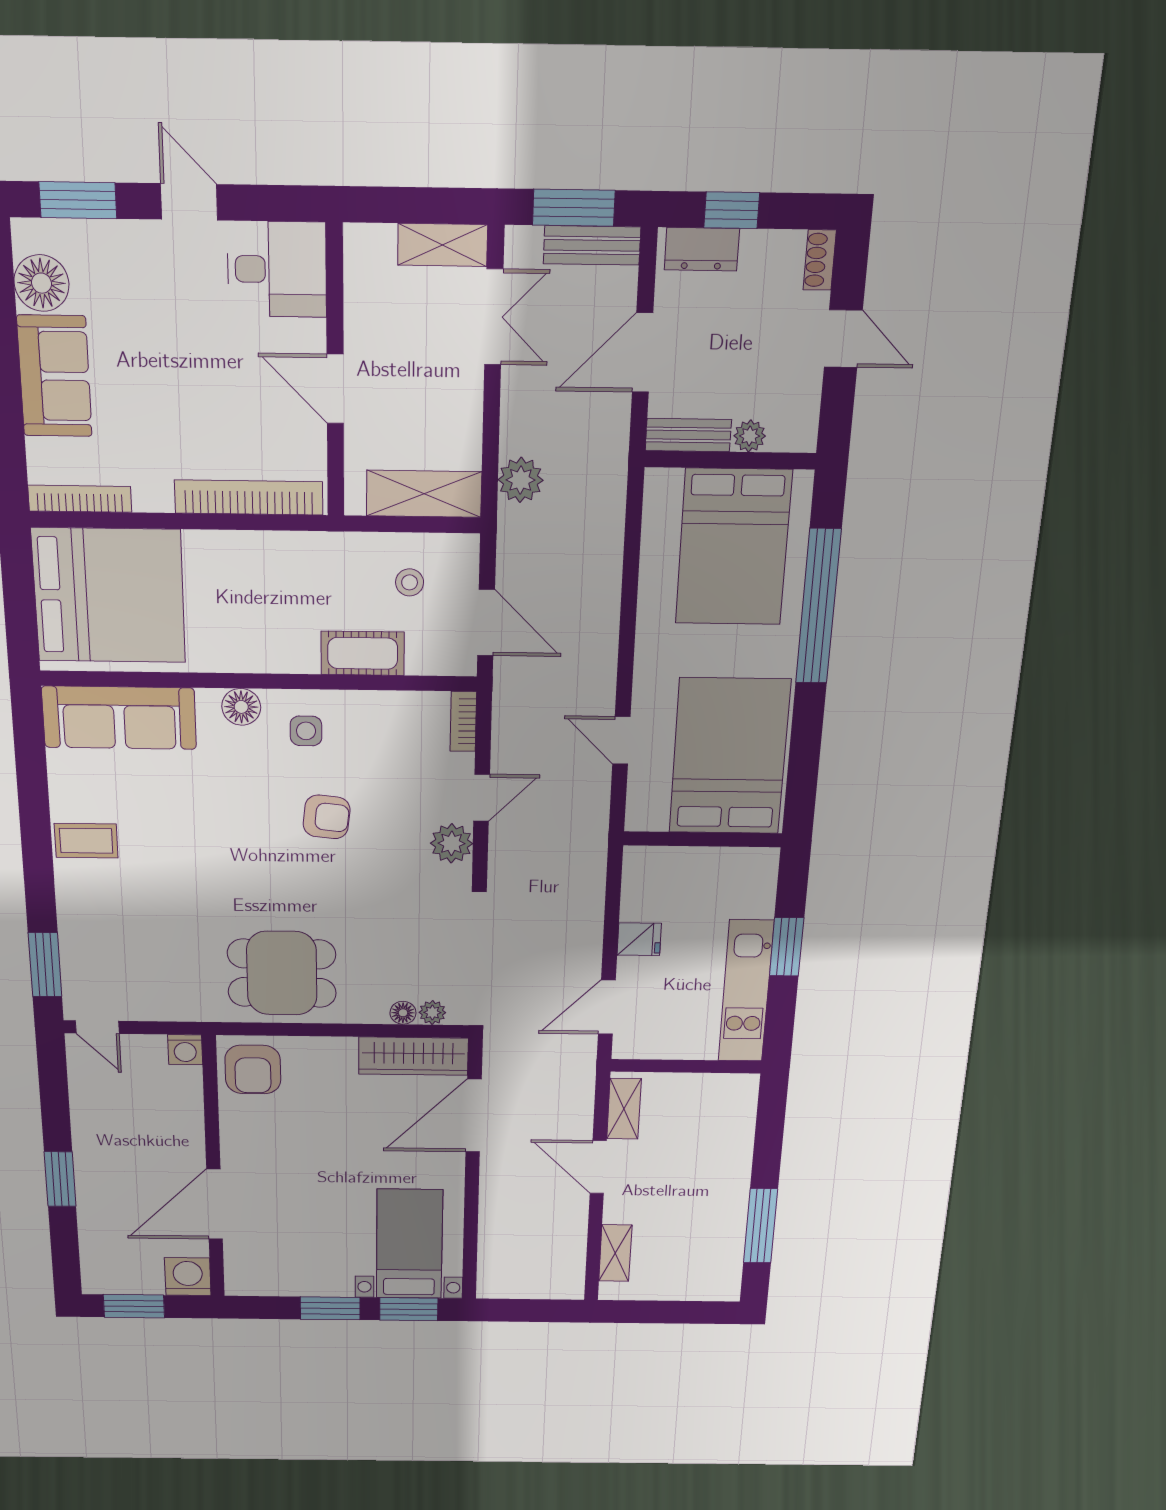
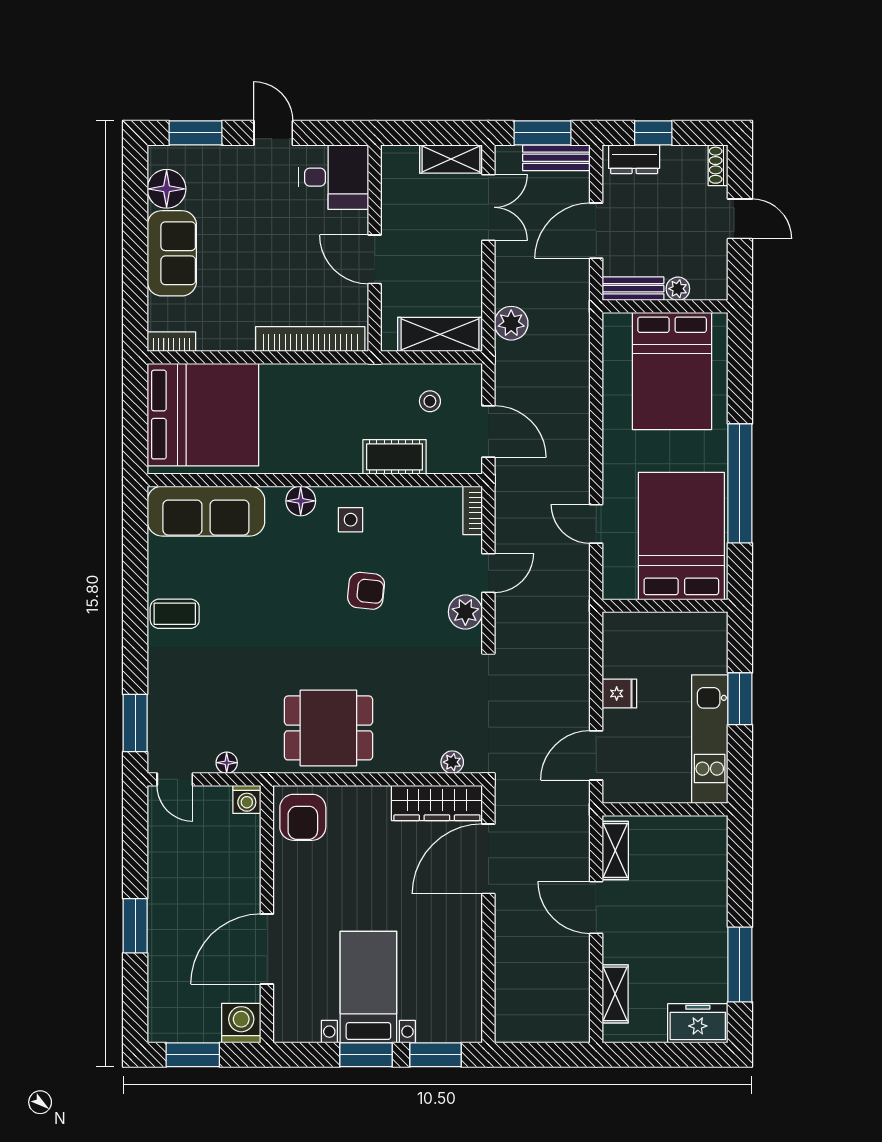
bookcase: (80, 499) -> (171, 342), width x0.64
window: (818, 607) -> (740, 483), moved
floor lamp: (403, 1013) -> (227, 763), moved
bed with nightstands: (409, 1244) -> (368, 987), moved
freezer: (708, 1282) -> (698, 1023), added

